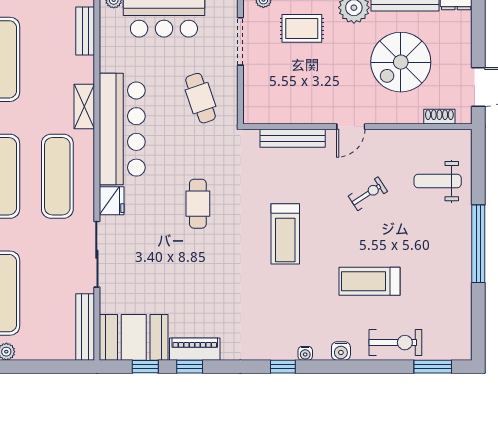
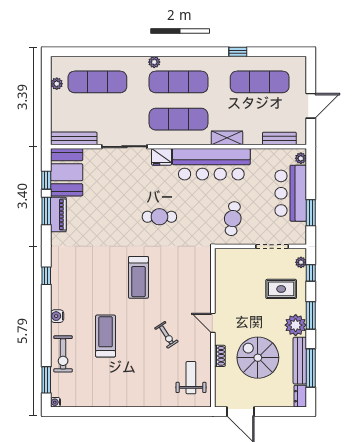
rug: (302, 28) -> (281, 289), turned 90
cafe table: (200, 98) -> (233, 219), turned -63
shoe rack: (439, 117) -> (220, 356), moved
bench: (293, 138) -> (205, 283), removed
weight bench: (438, 181) -> (191, 378), moved
treadmill: (285, 234) -> (138, 277), turned -90
window: (478, 244) -> (132, 411), removed
water cooler: (305, 353) -> (56, 402), moved
window: (190, 367) -> (46, 211), width x1.50

